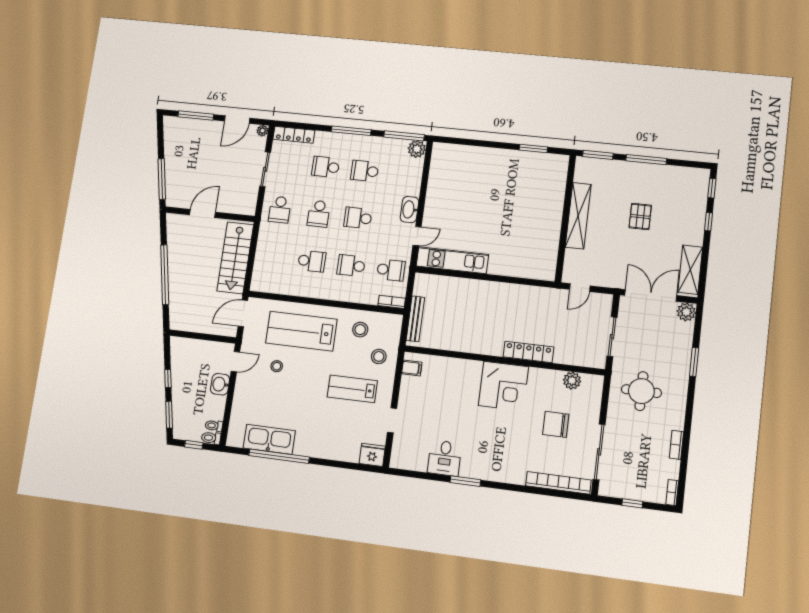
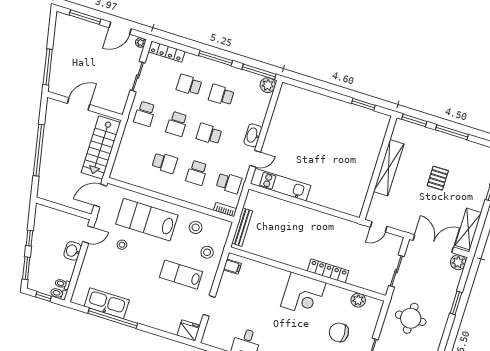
school desk: (351, 266) -> (197, 173), turned -90

